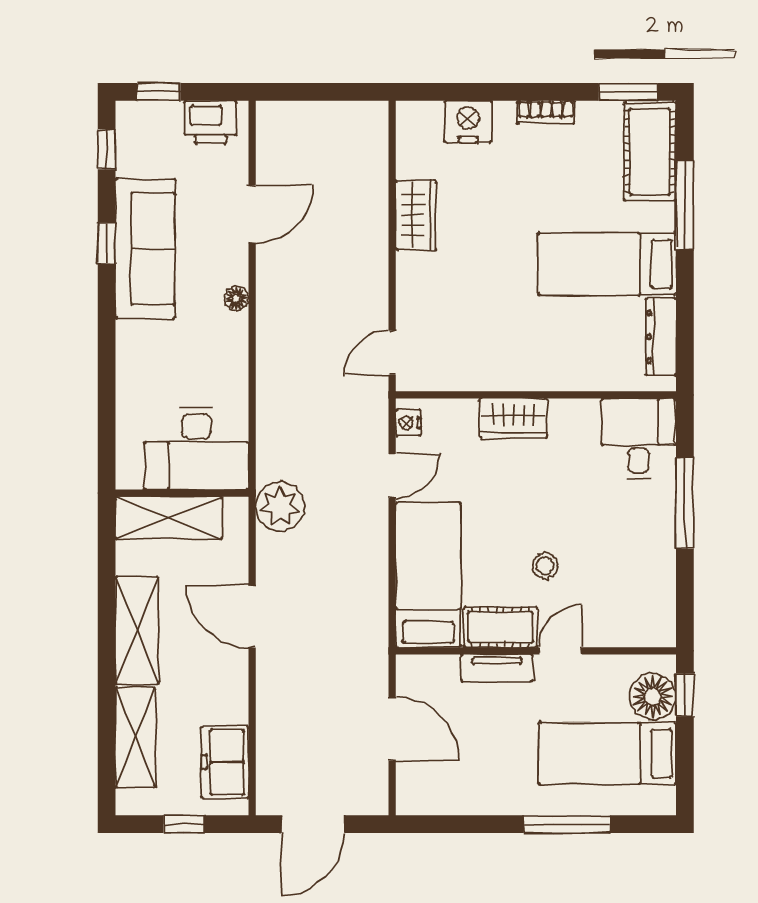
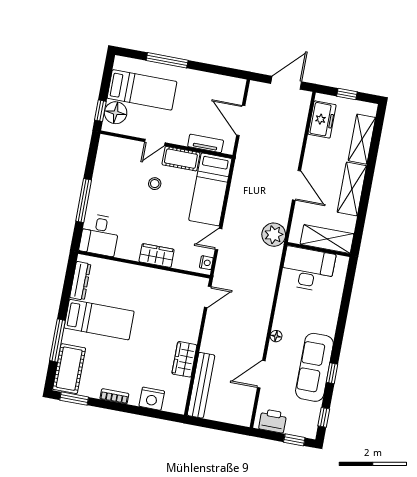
bench: (372, 168) -> (201, 385), added
tv unit: (497, 668) -> (206, 143), moved

